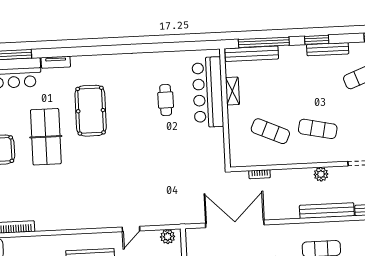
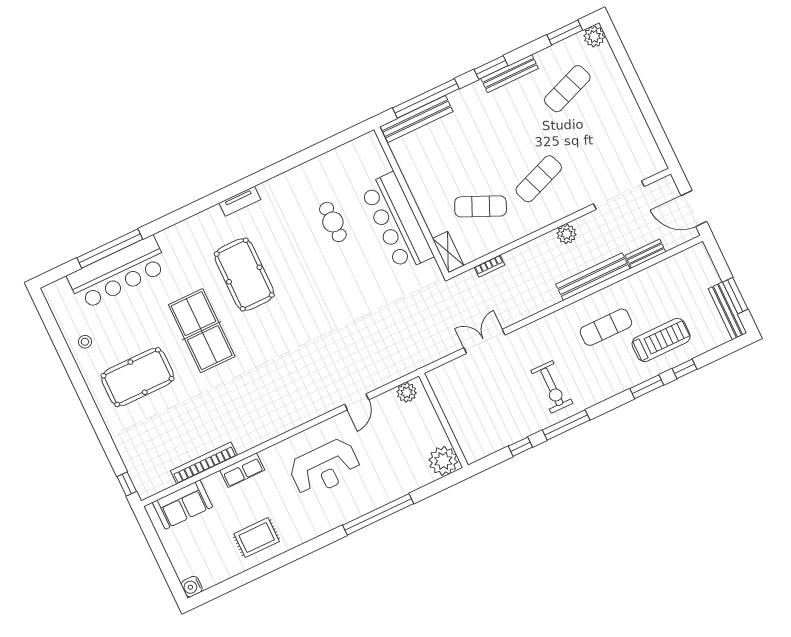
tv unit: (56, 62) -> (240, 201), moved
shelving: (232, 91) -> (448, 252), moved
bar counter: (208, 92) -> (397, 222), moved
exercise mat: (318, 129) -> (539, 179), turned -33
double door: (235, 224) -> (484, 341), width x0.54
row of seats: (34, 243) -> (242, 470), added

